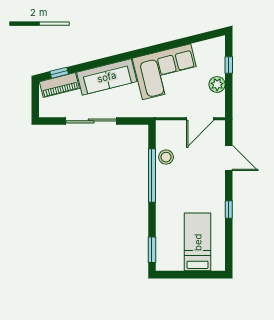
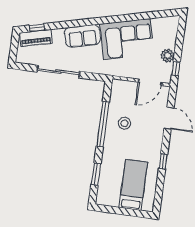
window: (229, 65) -> (176, 68), moved
sofa: (107, 77) -> (83, 36), width x0.73
stool: (166, 157) -> (124, 123), moved
window: (152, 250) -> (96, 174), moved

